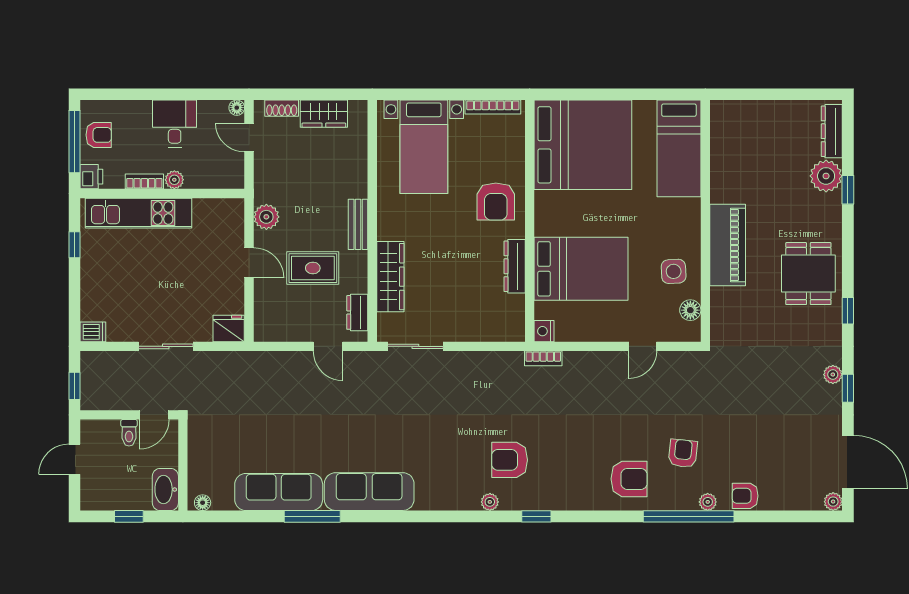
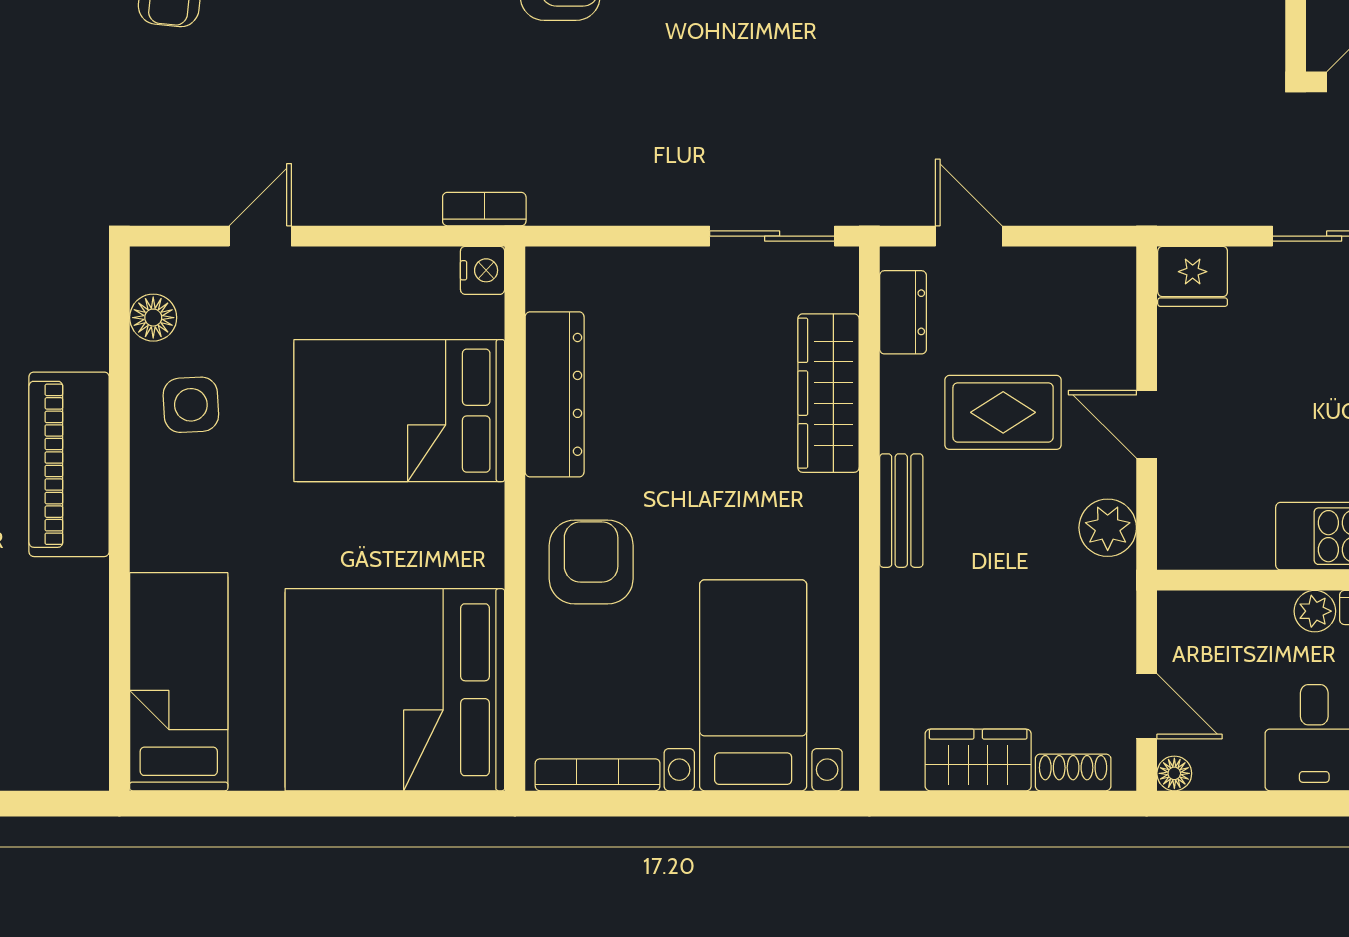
dresser: (515, 266) -> (555, 394), width x1.37, depth x1.24

